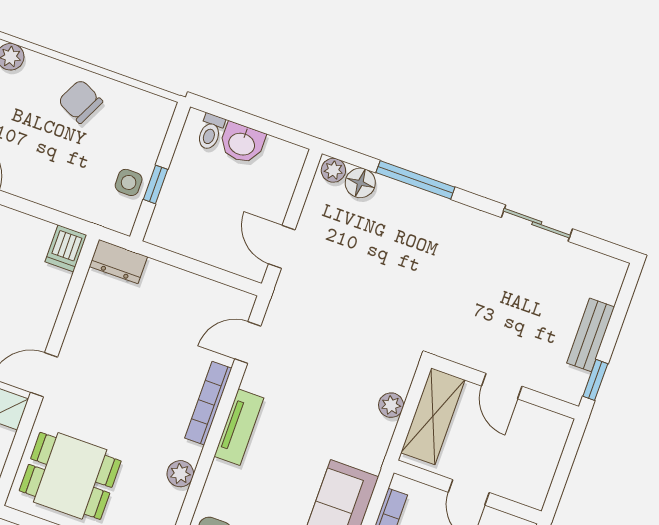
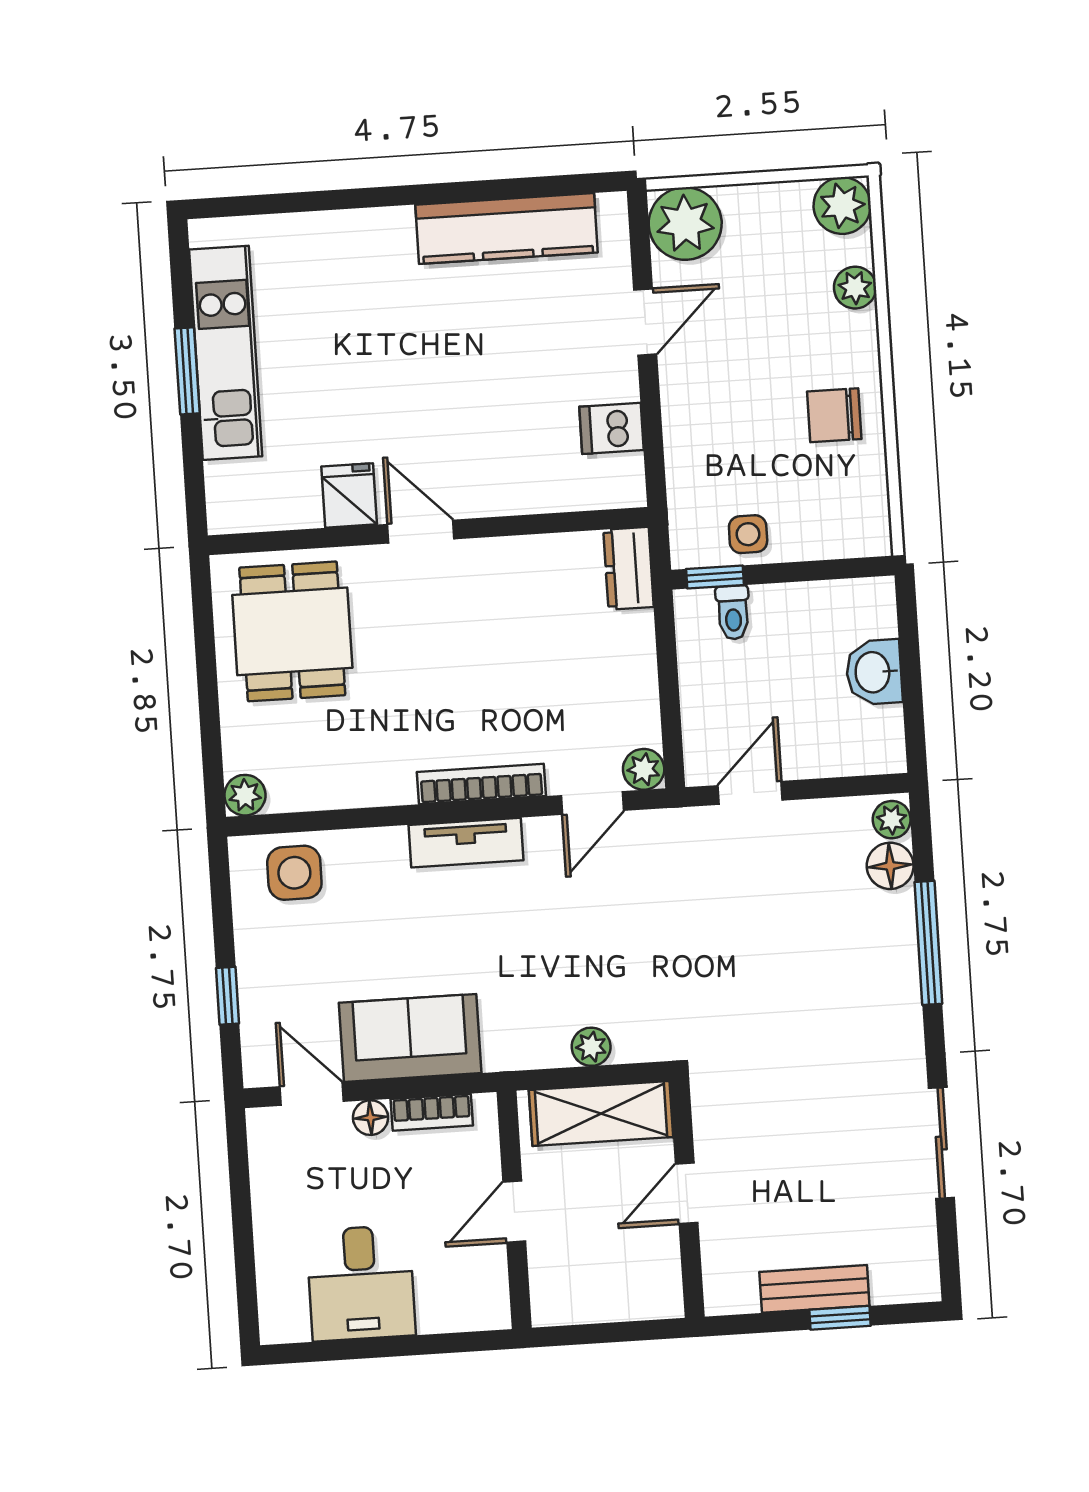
chair: (80, 101) -> (834, 415), turned -116
toilet: (210, 132) -> (733, 613), moved, turned -90
window: (156, 184) -> (715, 577), moved
dishwasher: (66, 248) -> (611, 428), moved
door: (248, 342) -> (592, 803), swing flipped
window: (595, 380) -> (840, 1318), moved
plant: (180, 474) -> (644, 769), moved

